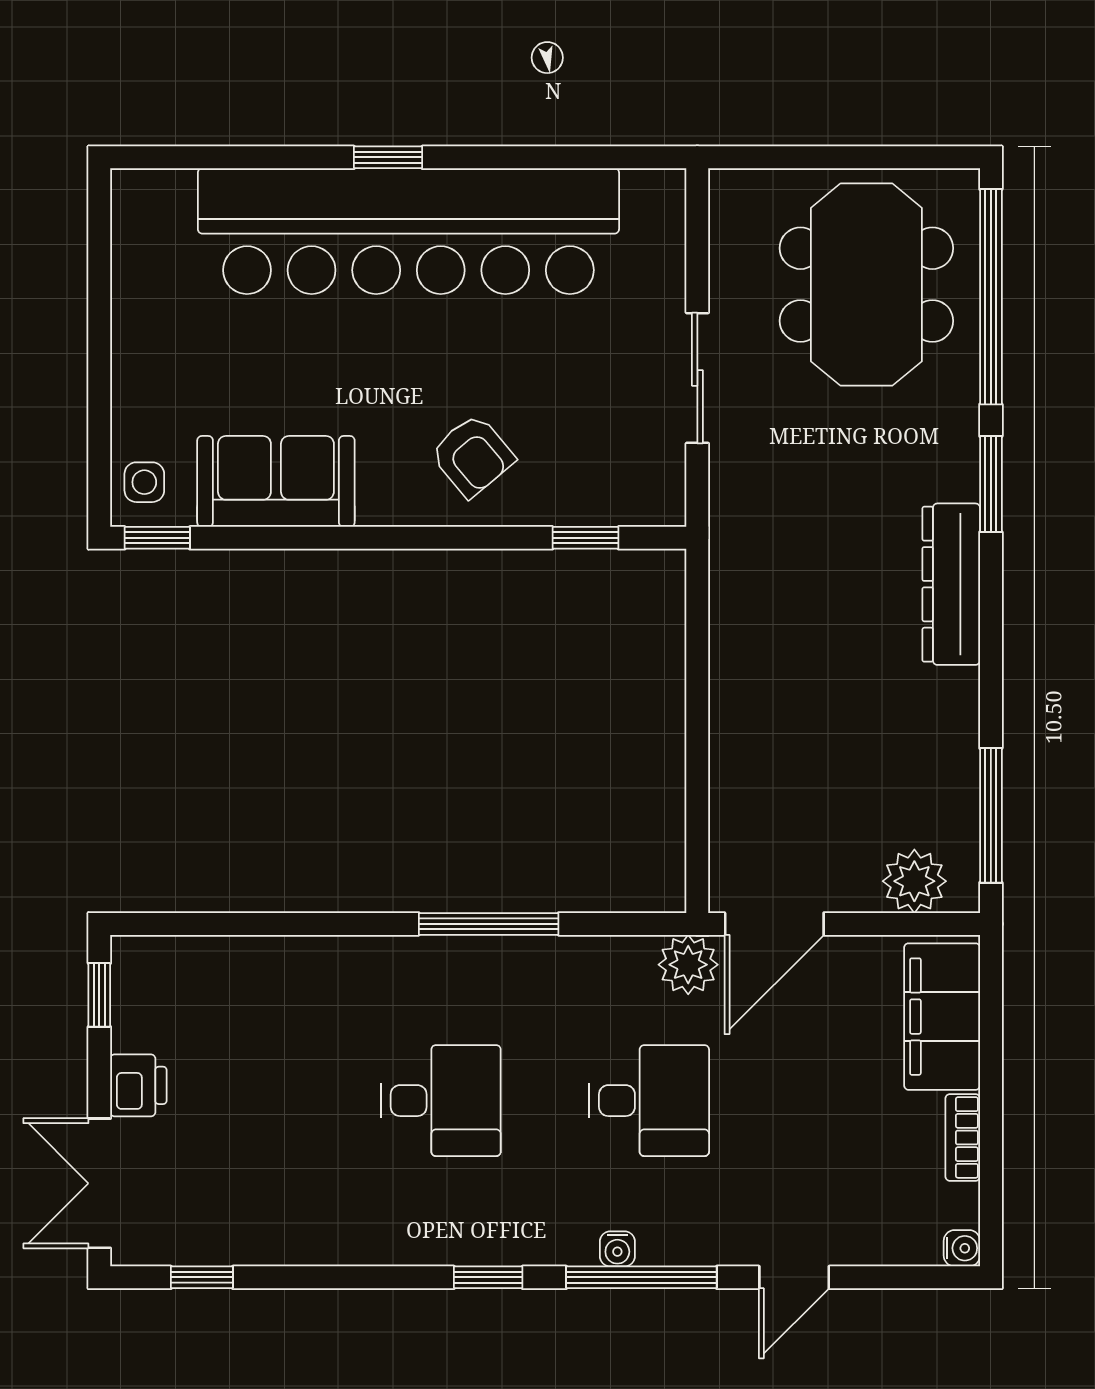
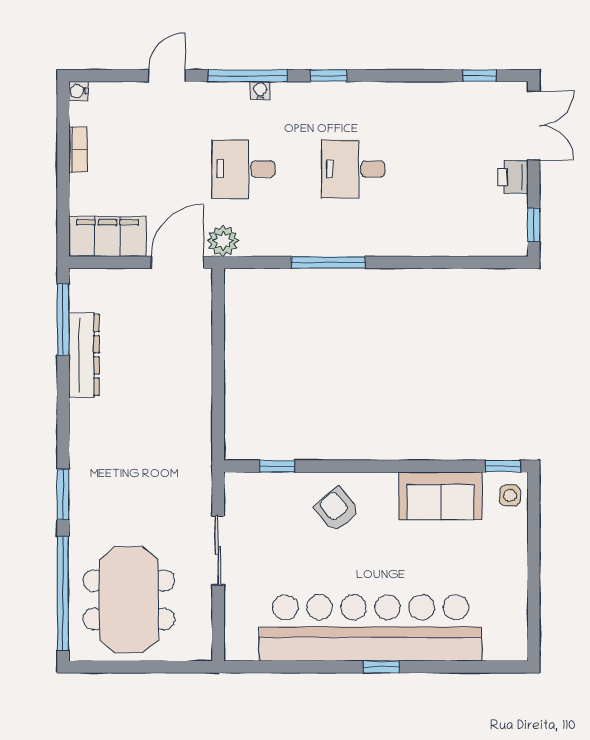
dresser: (951, 584) -> (84, 355), moved
plant: (914, 881) -> (103, 285), removed
filing cabinet: (942, 1017) -> (107, 236), moved, turned -90

